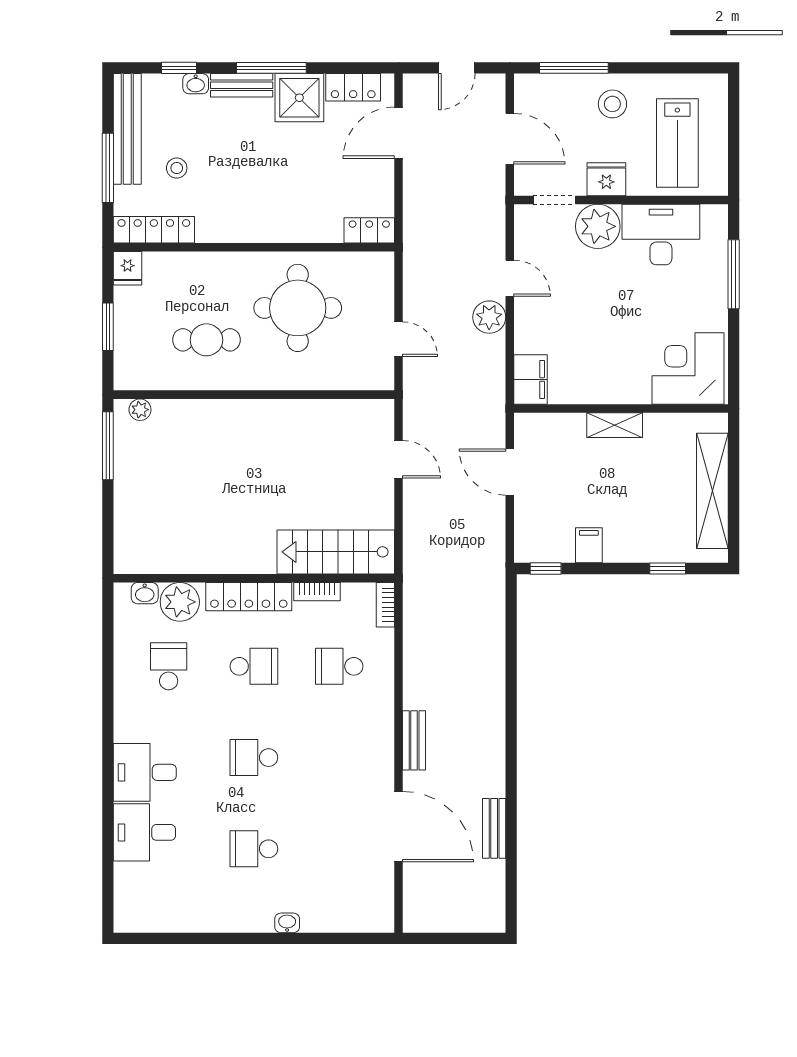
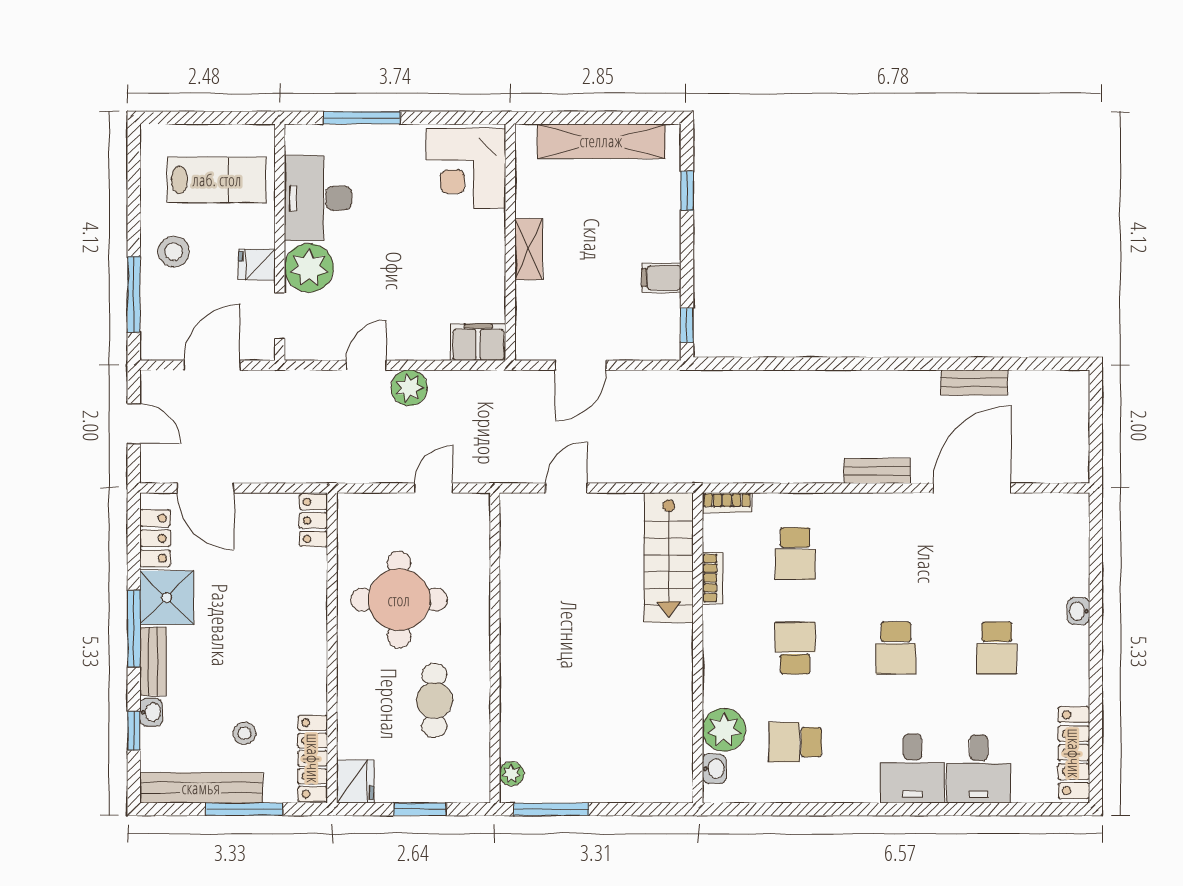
fridge: (606, 179) -> (257, 264), width x0.72
fridge: (128, 268) -> (355, 781), width x1.38
locker: (249, 597) -> (1074, 753), moved, turned 180

